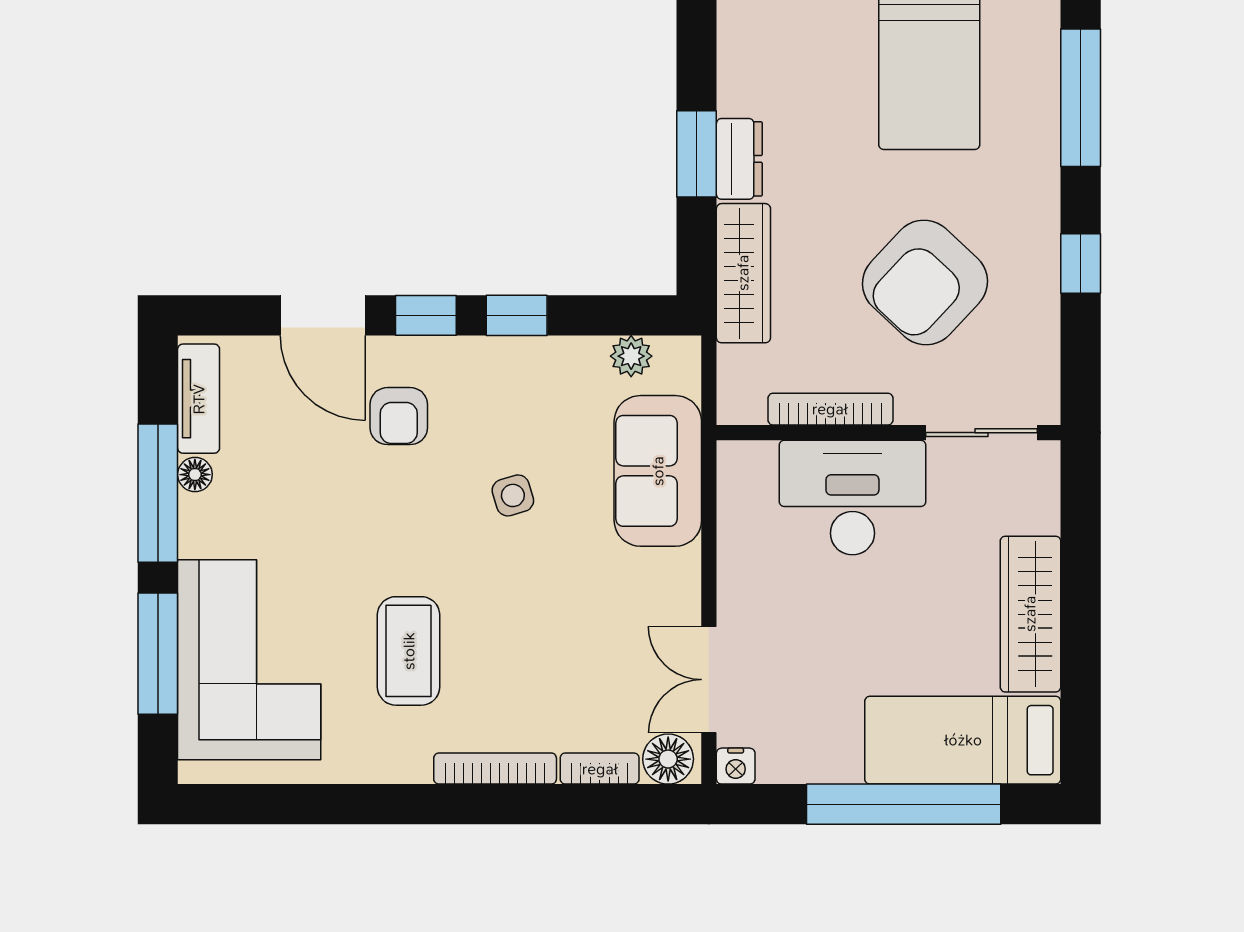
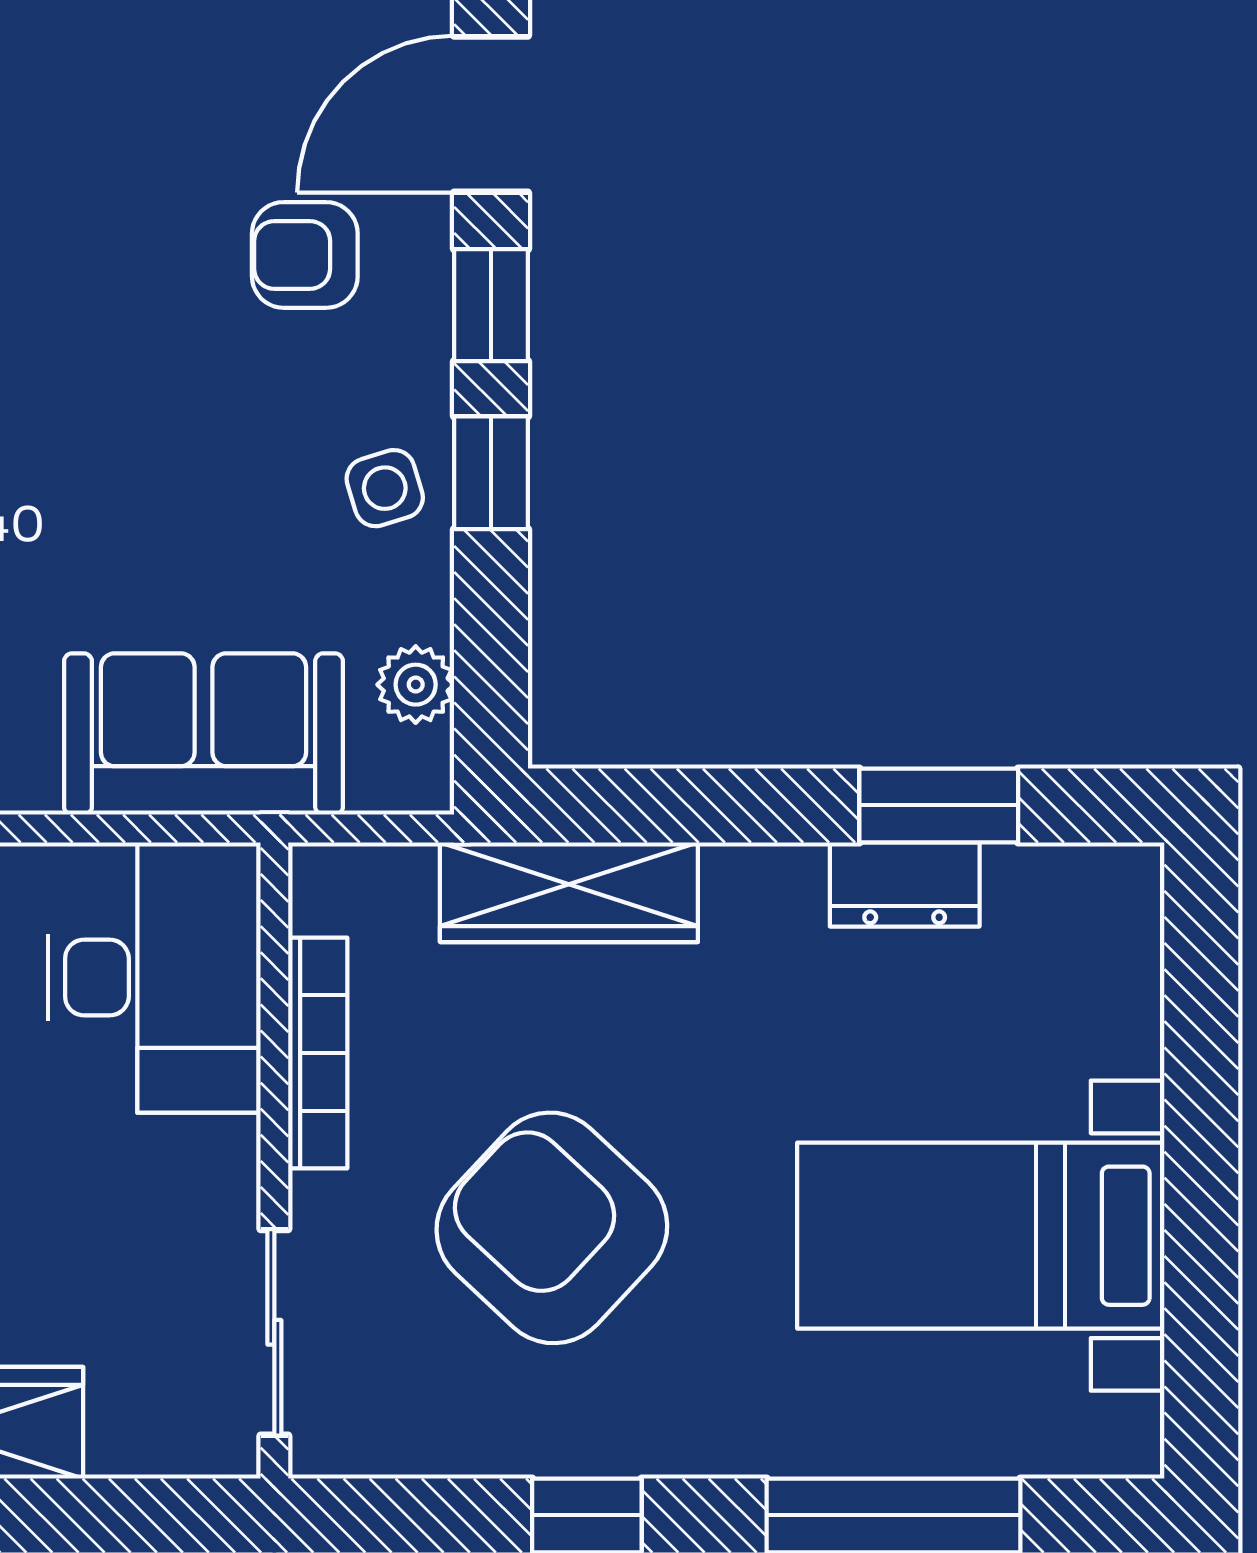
window: (697, 154) -> (939, 805), moved
dresser: (739, 159) -> (905, 884), moved
side table: (513, 495) -> (385, 488), moved
desk: (852, 498) -> (154, 978), moved

